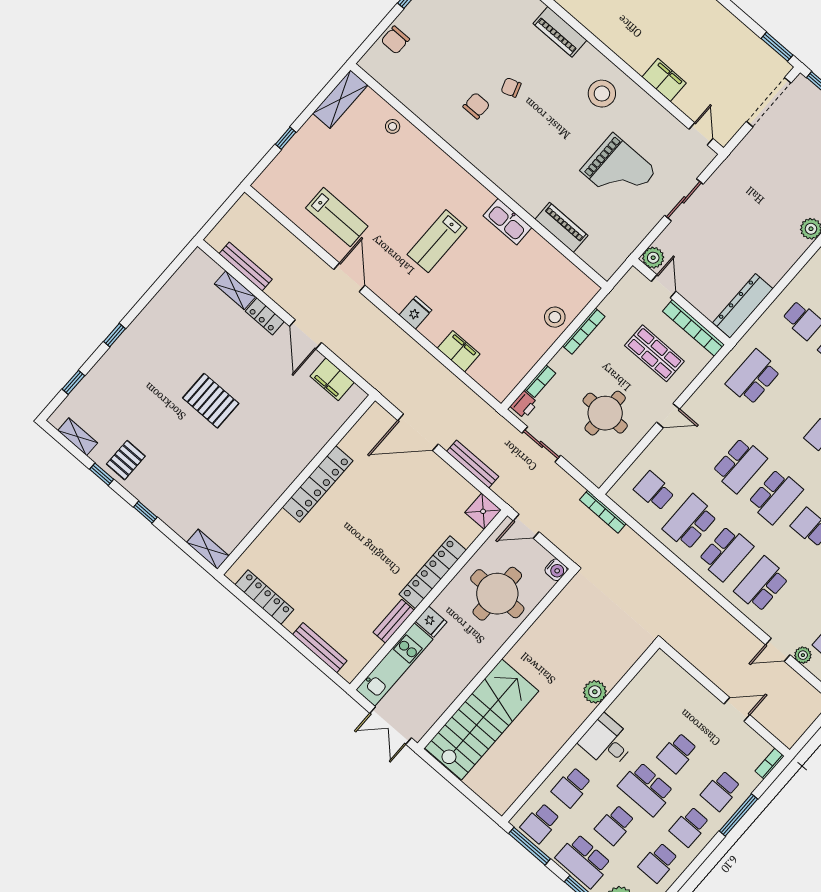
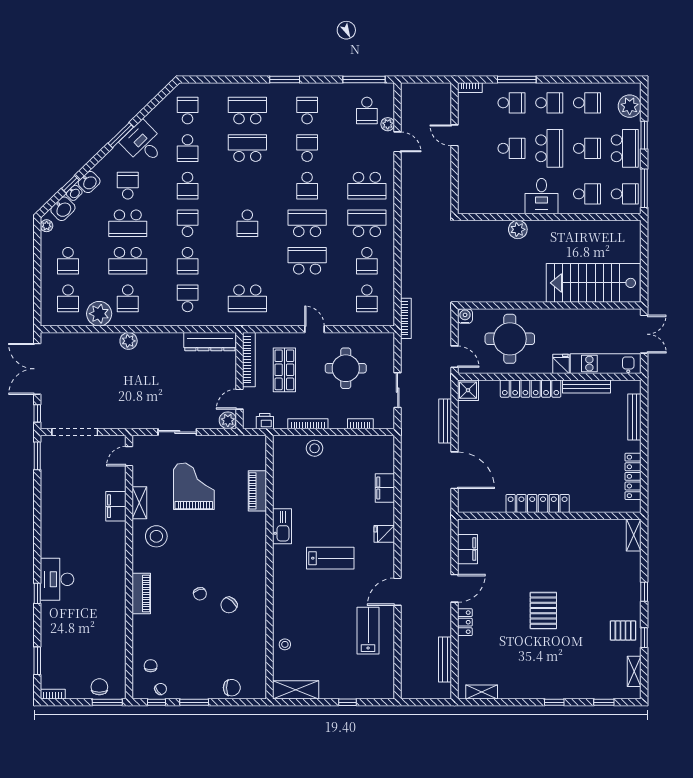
shelving: (648, 105) -> (139, 503), added
chair: (476, 106) -> (229, 605), turned -48
shelving: (235, 290) -> (482, 692), moved, turned 90
printer: (524, 405) -> (265, 421), moved
school desk: (690, 522) -> (367, 261), width x0.54
bench: (394, 621) -> (587, 387), width x1.36

